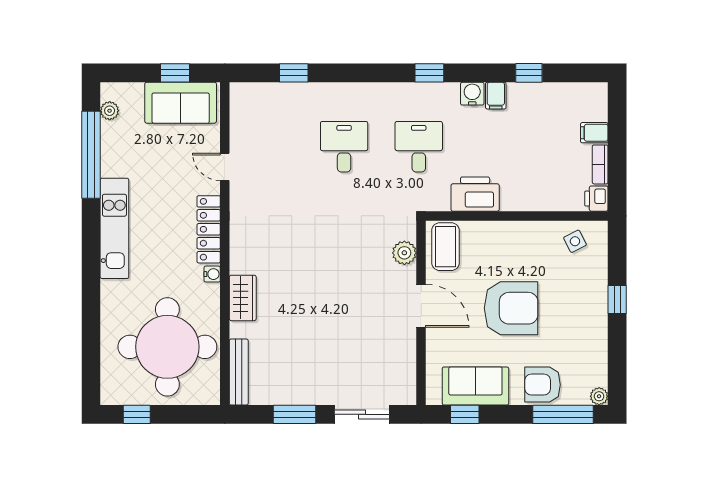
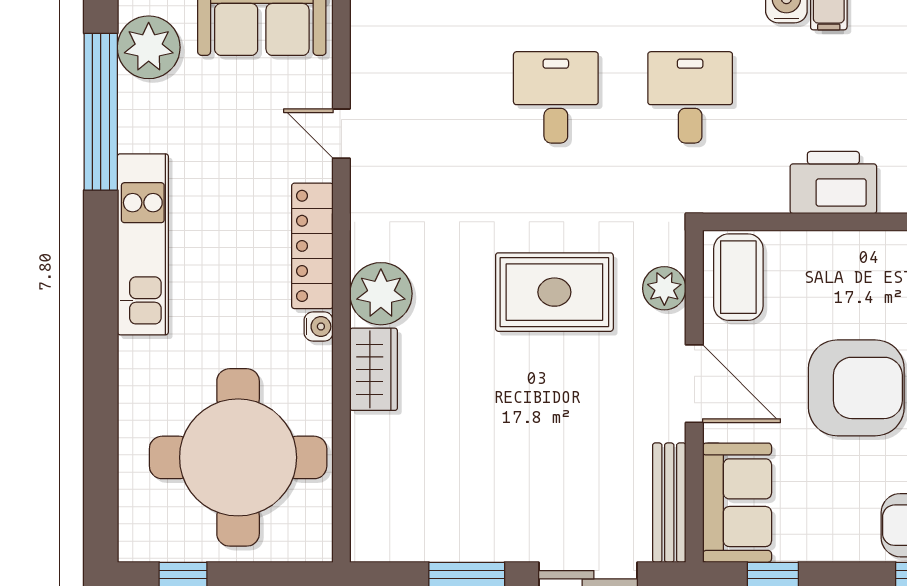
plant: (110, 111) -> (149, 47), width x1.88, depth x1.88
printer: (475, 194) -> (833, 183), moved
rug: (343, 255) -> (554, 292), added
plant: (247, 256) -> (381, 294), added
bench: (239, 372) -> (669, 503), moved
sofa: (475, 386) -> (737, 503), moved, turned 90

